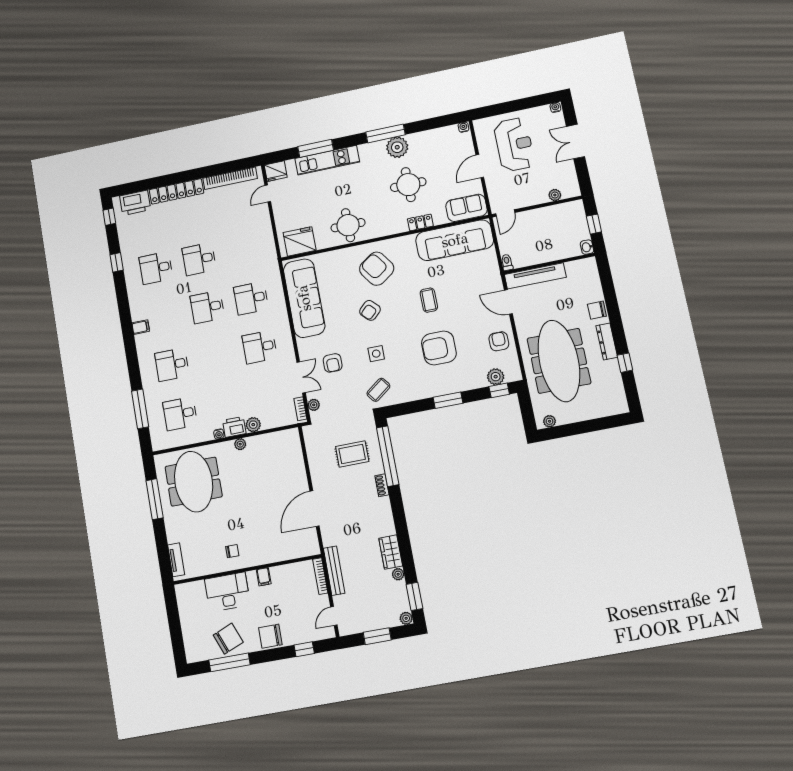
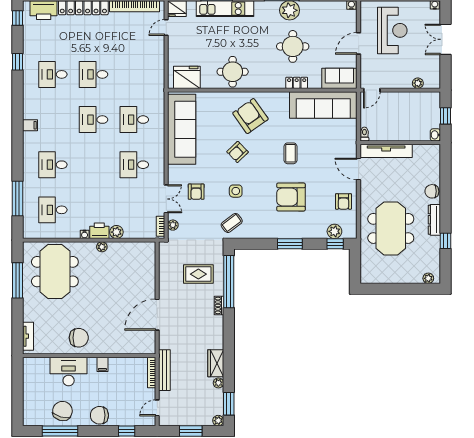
armchair: (499, 341) -> (343, 201), turned 180
meeting table: (559, 361) -> (391, 228), width x0.73
plant: (549, 421) -> (428, 278), moved
chair: (232, 551) -> (79, 338), width x1.87, depth x1.87
chair: (228, 639) -> (62, 411), turned -52

